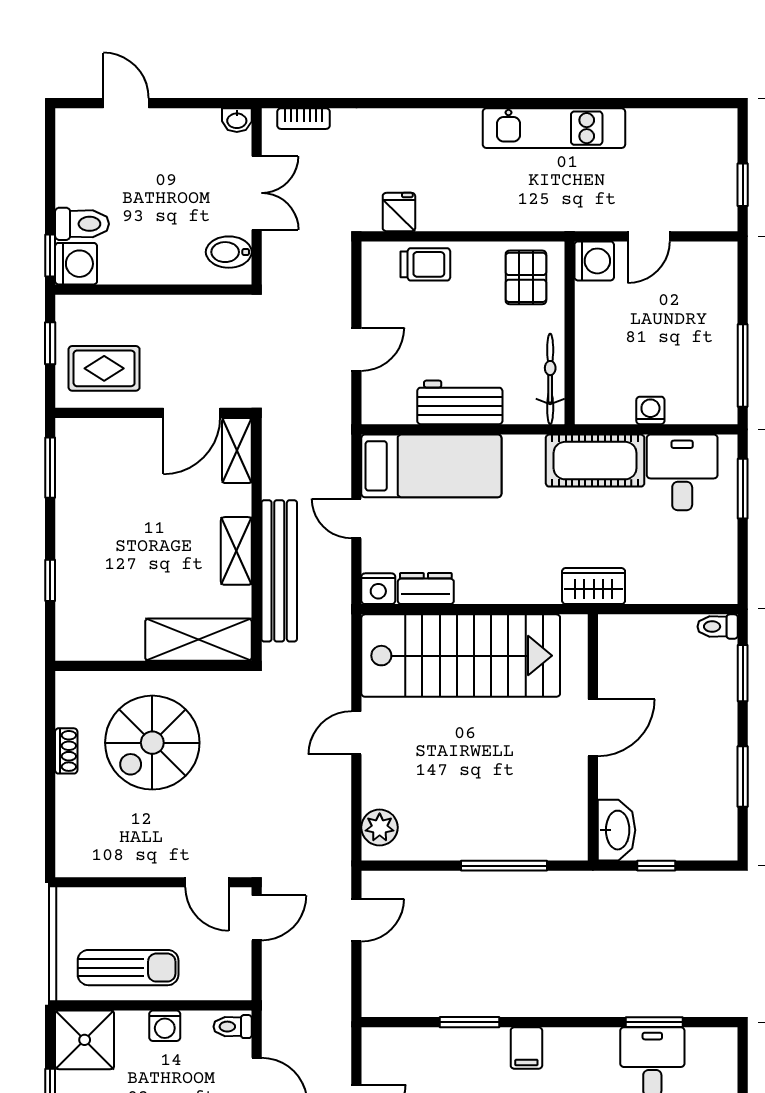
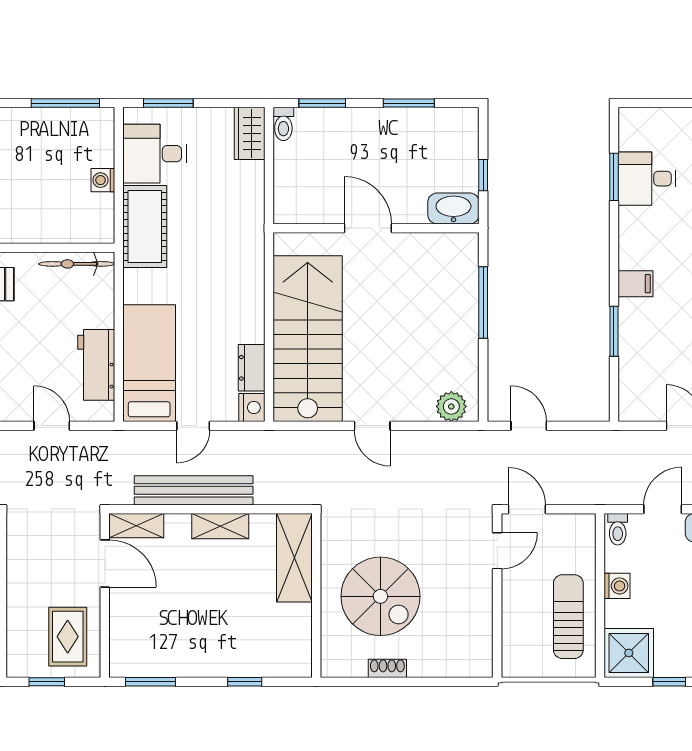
workbench: (460, 402) -> (96, 365), moved
bench: (279, 571) -> (194, 490), moved
wardrobe: (594, 586) -> (250, 133), moved

